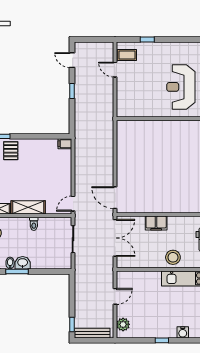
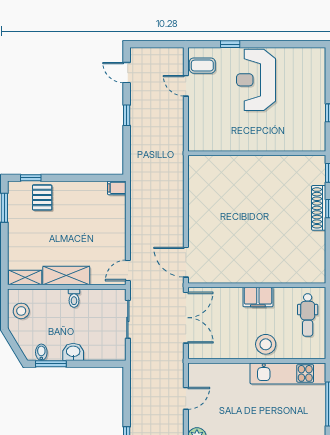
reception desk: (181, 87) -> (256, 80), moved
filing cabinet: (156, 223) -> (258, 297), moved
washbasin: (23, 263) -> (73, 352), moved

